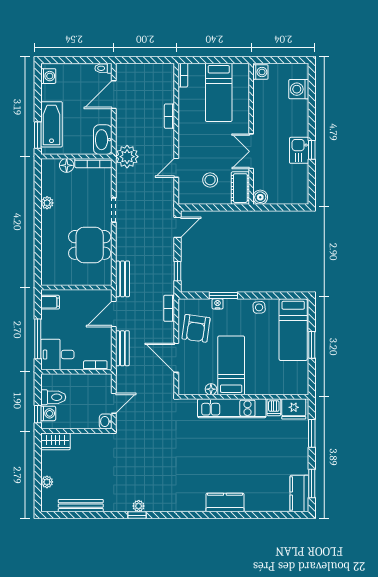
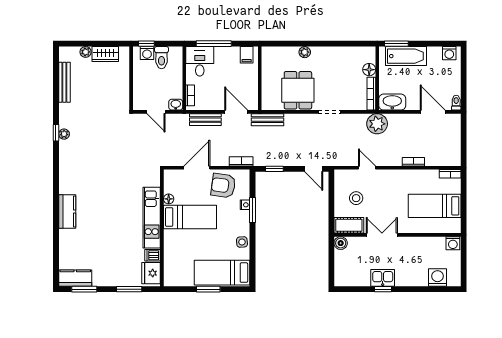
plant: (47, 203) -> (305, 52), moved
washbasin: (106, 422) -> (176, 105), moved
wardrobe: (55, 441) -> (105, 54), moved, turned -90

